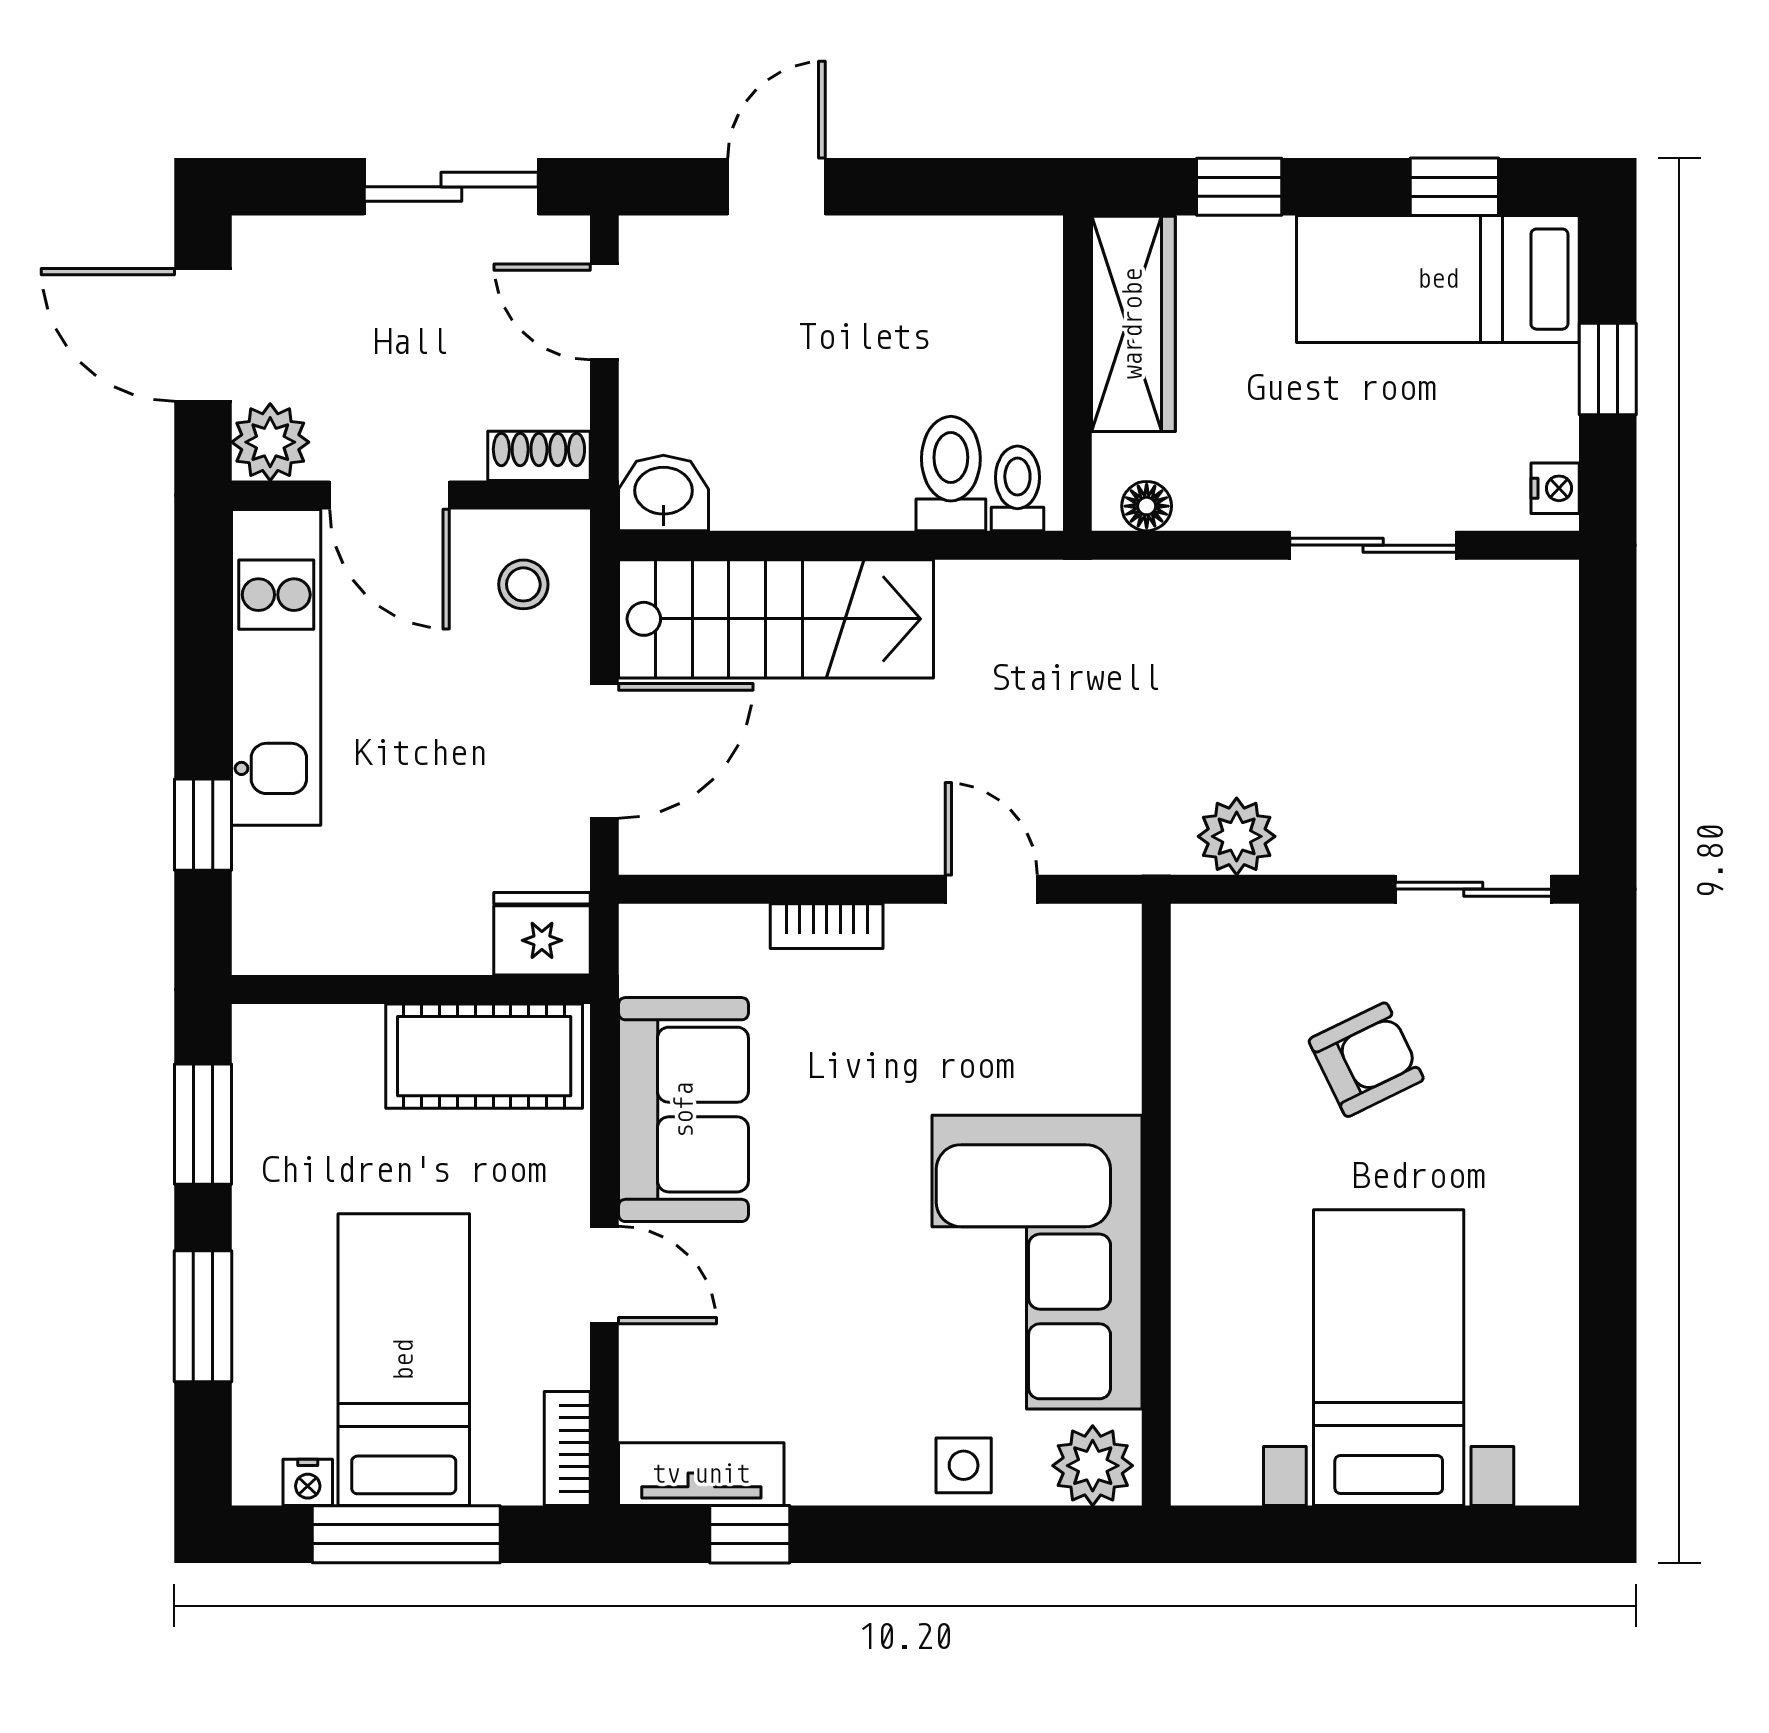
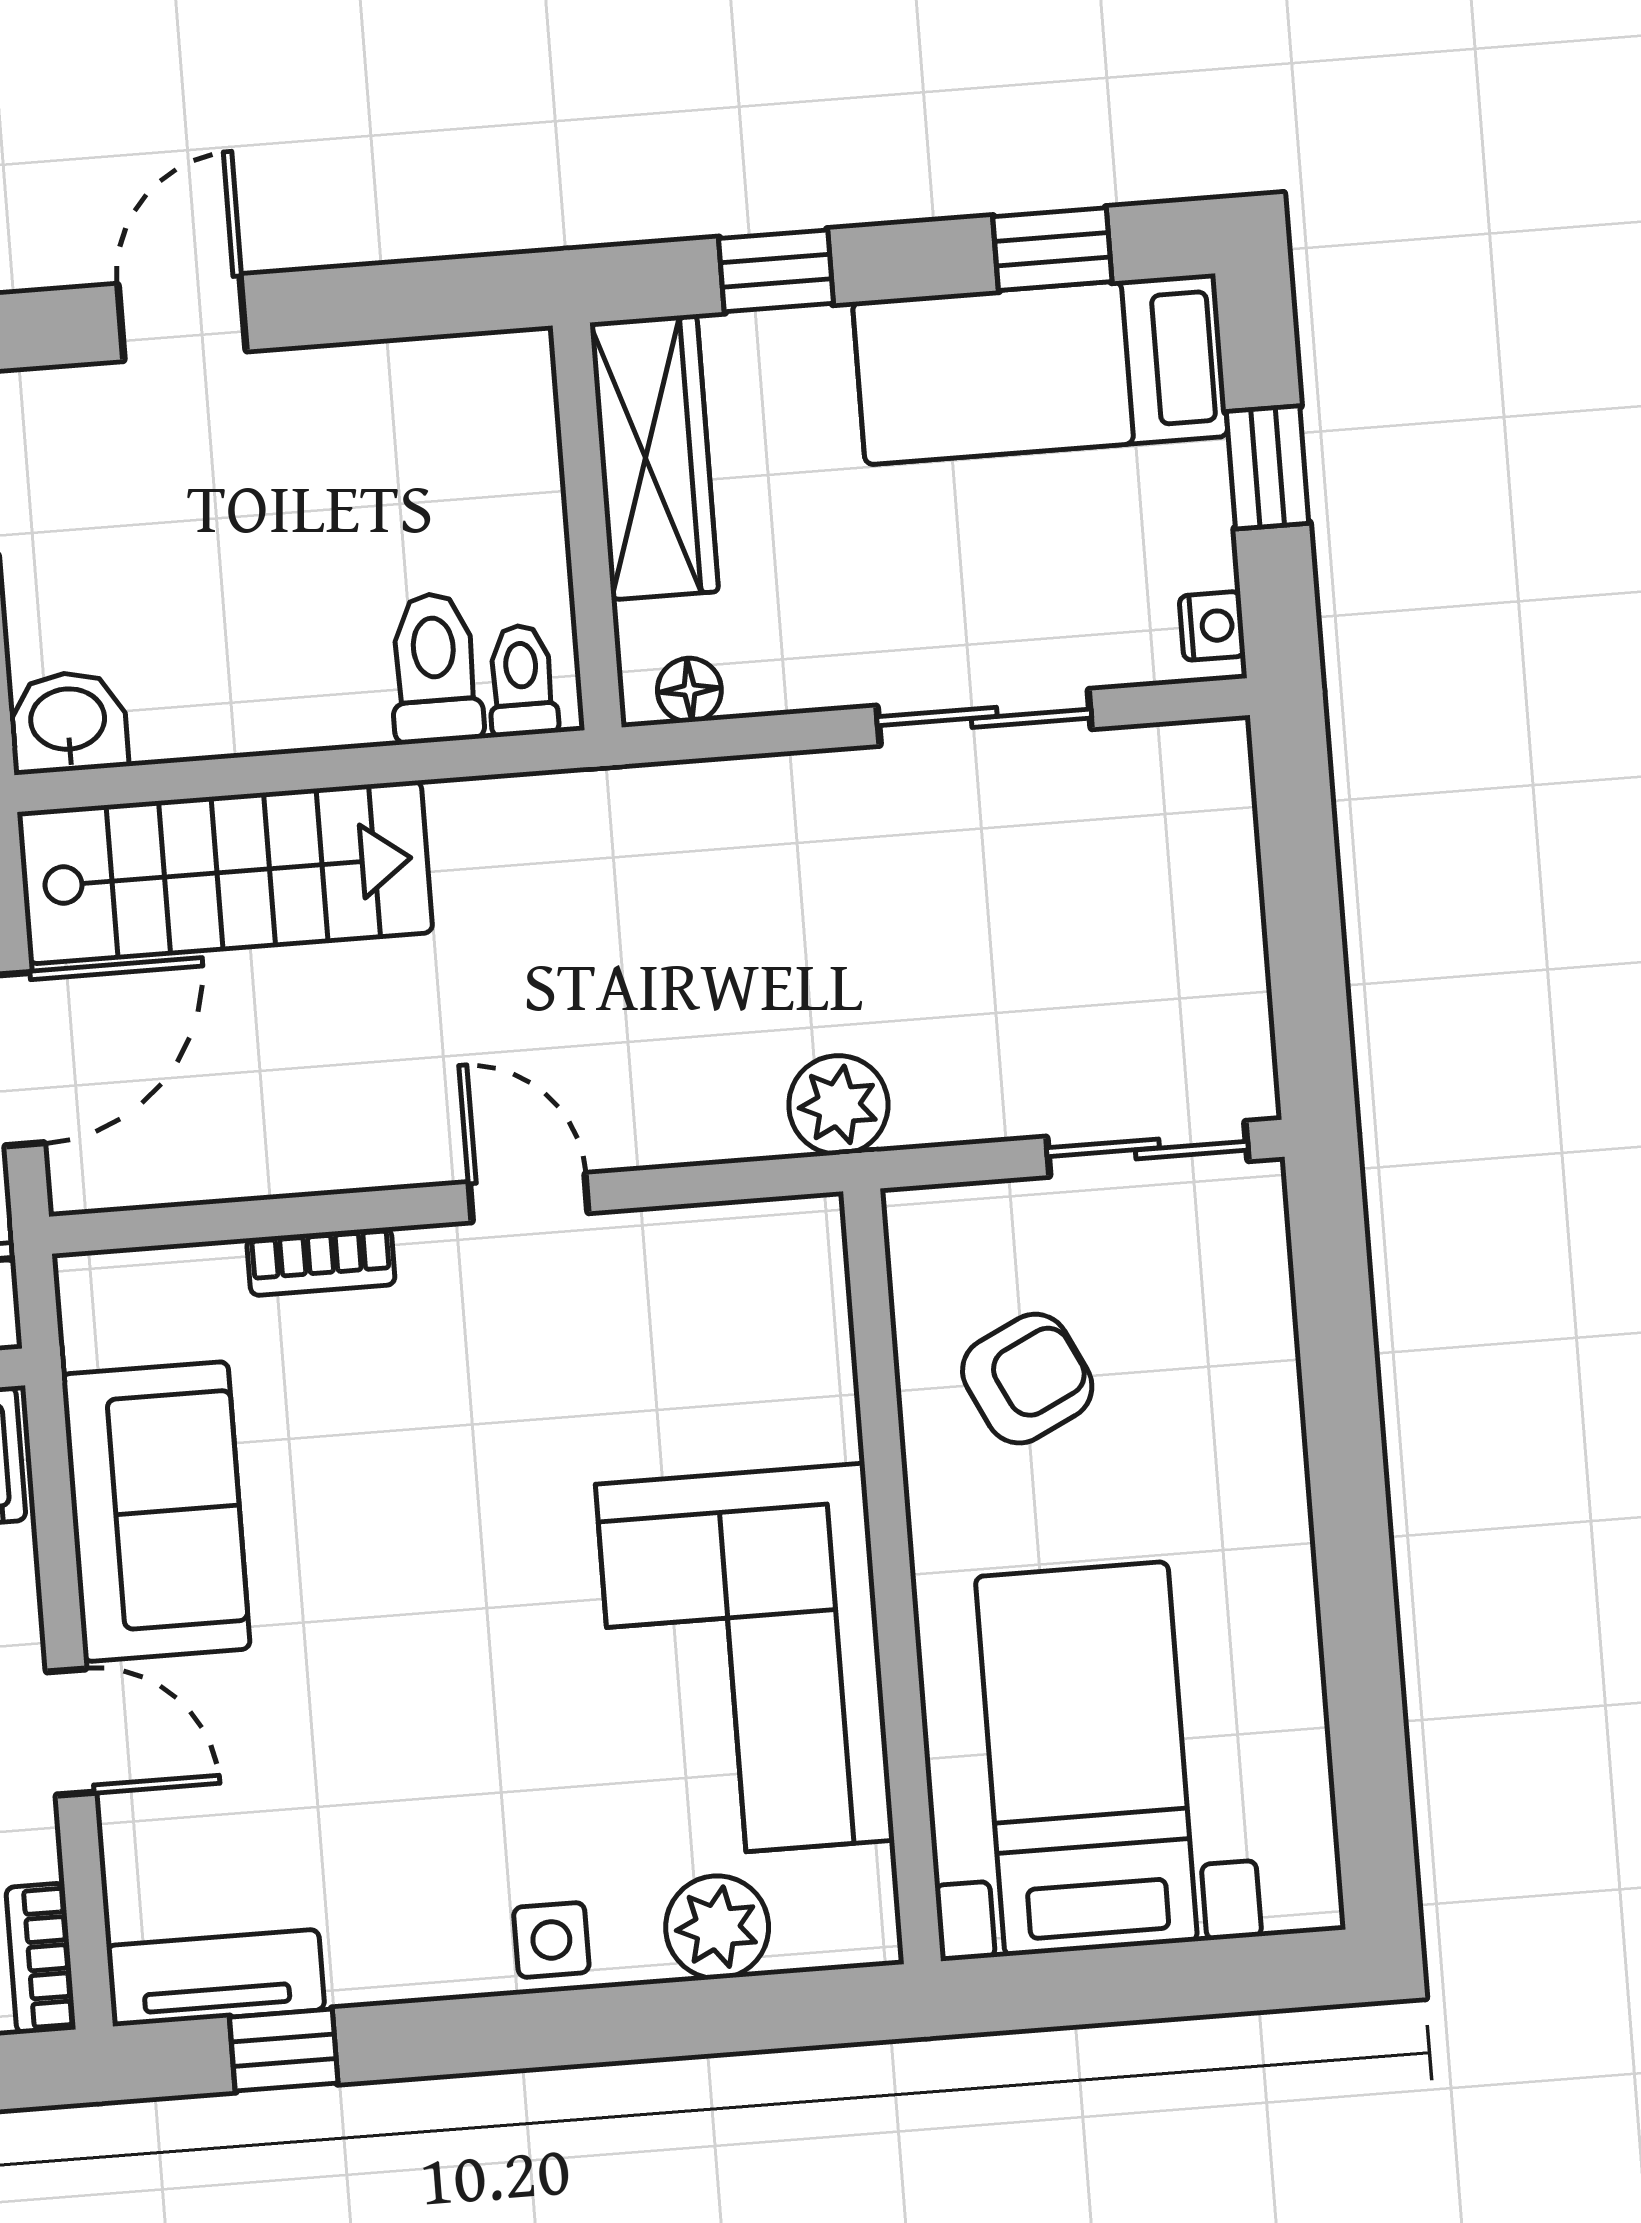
wall: (1156, 1205) -> (892, 1576), moved
corner sofa: (1037, 1262) -> (745, 1662), moved

